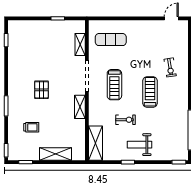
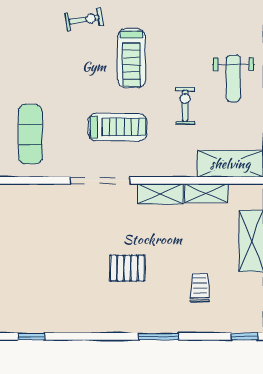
shelving: (80, 45) -> (206, 193), moved
treadmill: (150, 92) -> (132, 58), turned -90

